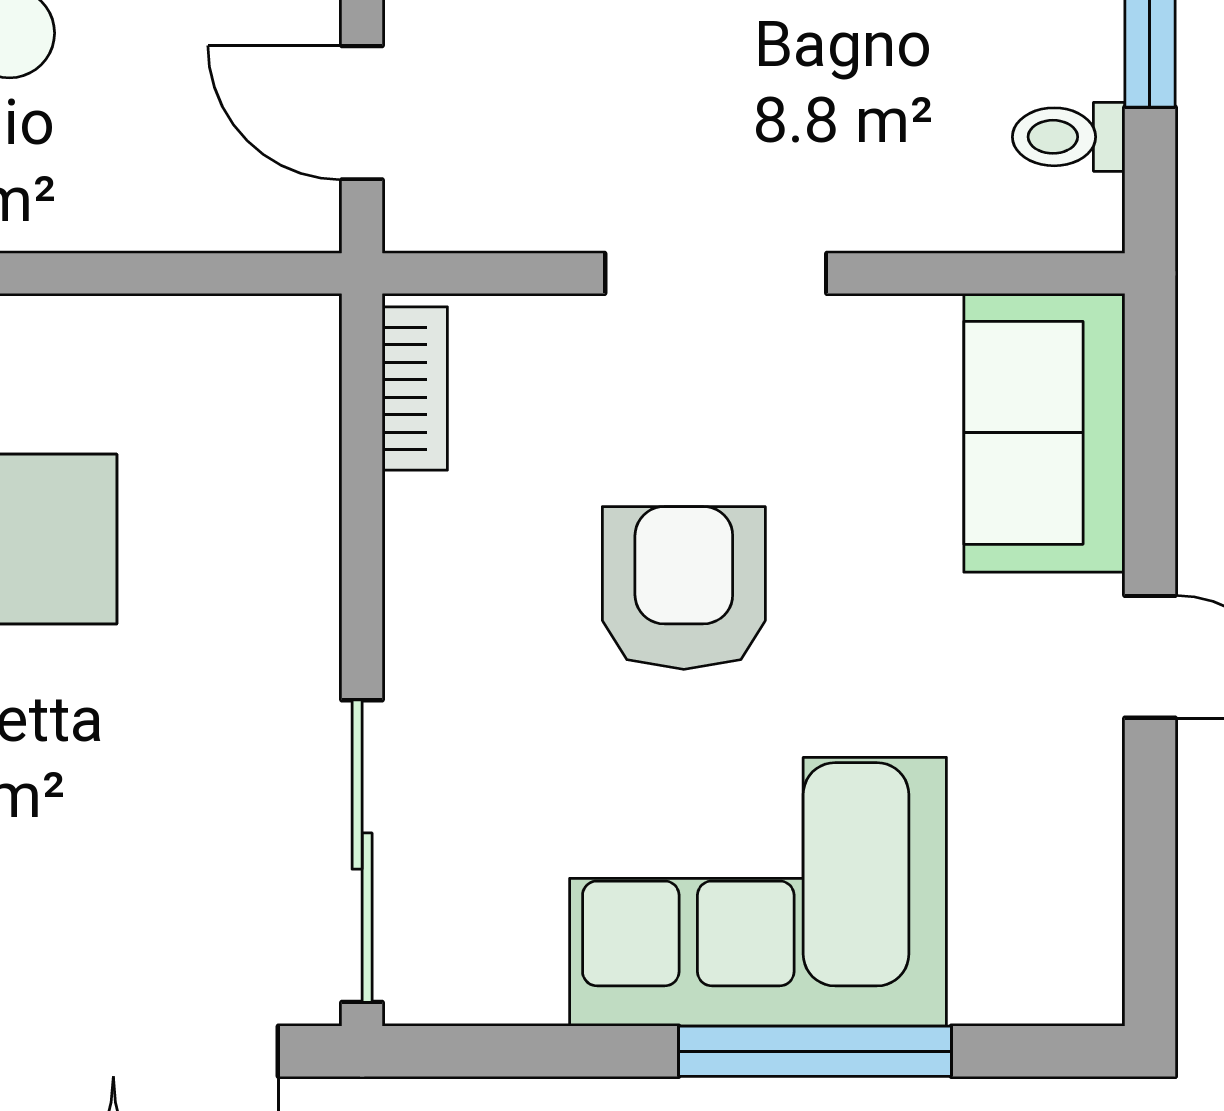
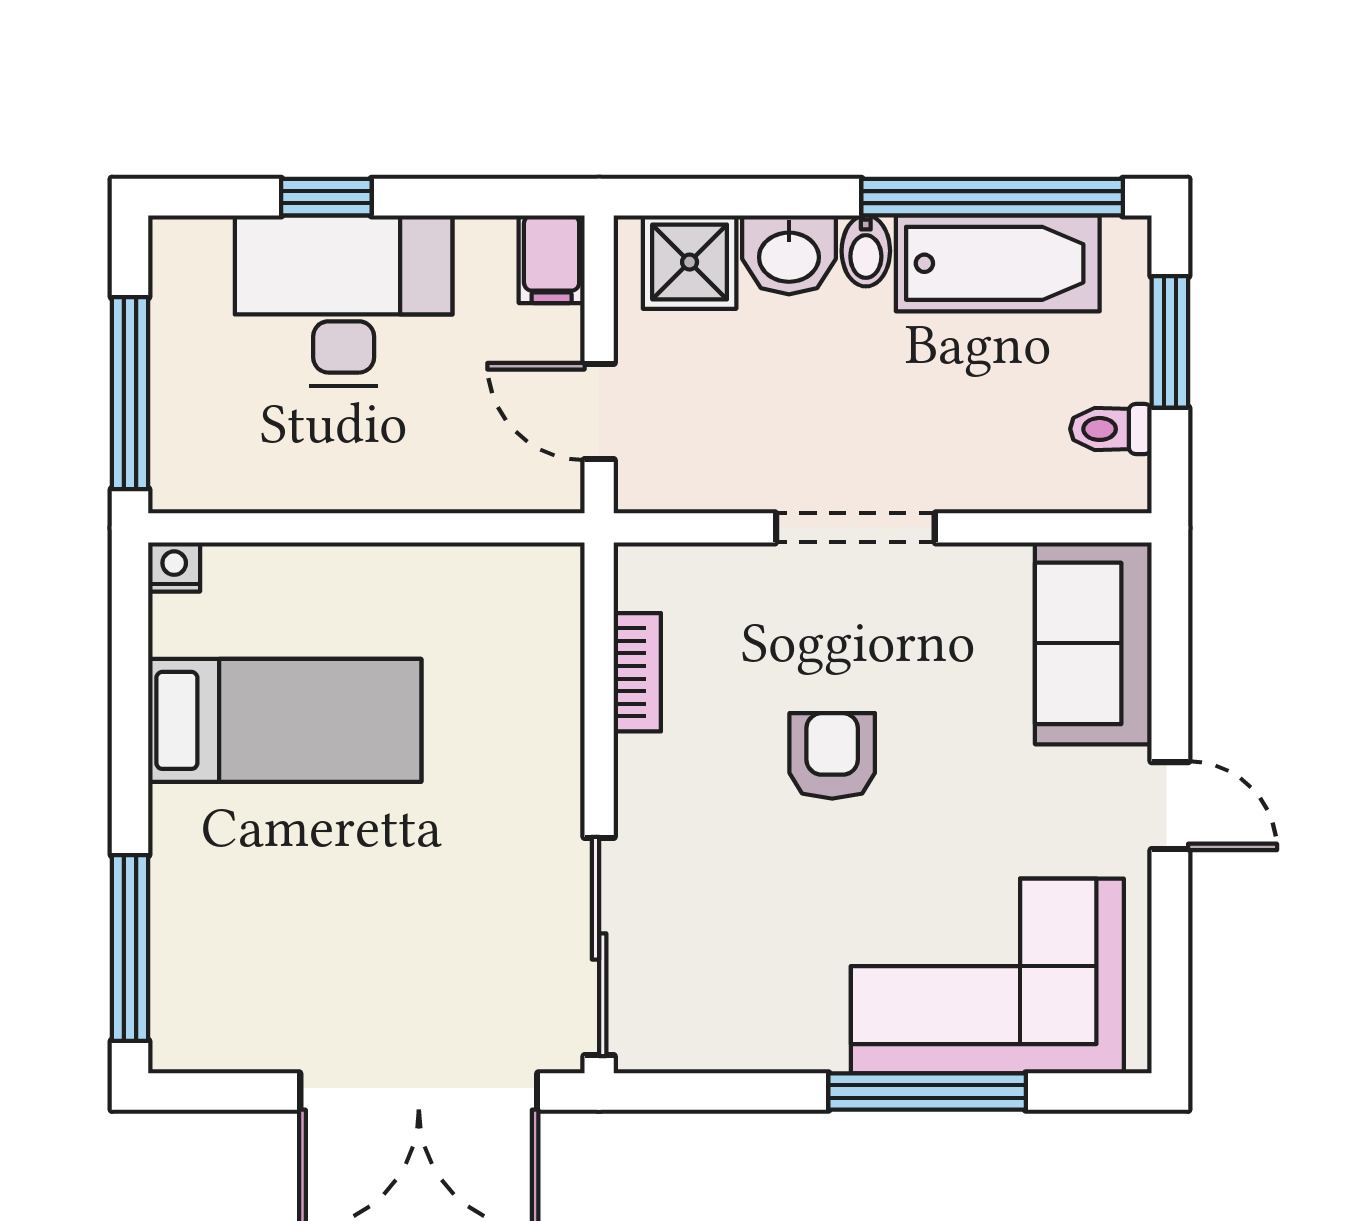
bookcase: (415, 388) -> (637, 672), moved
armchair: (684, 588) -> (832, 756), width x0.72, depth x0.72
corner sofa: (758, 892) -> (987, 976), moved

